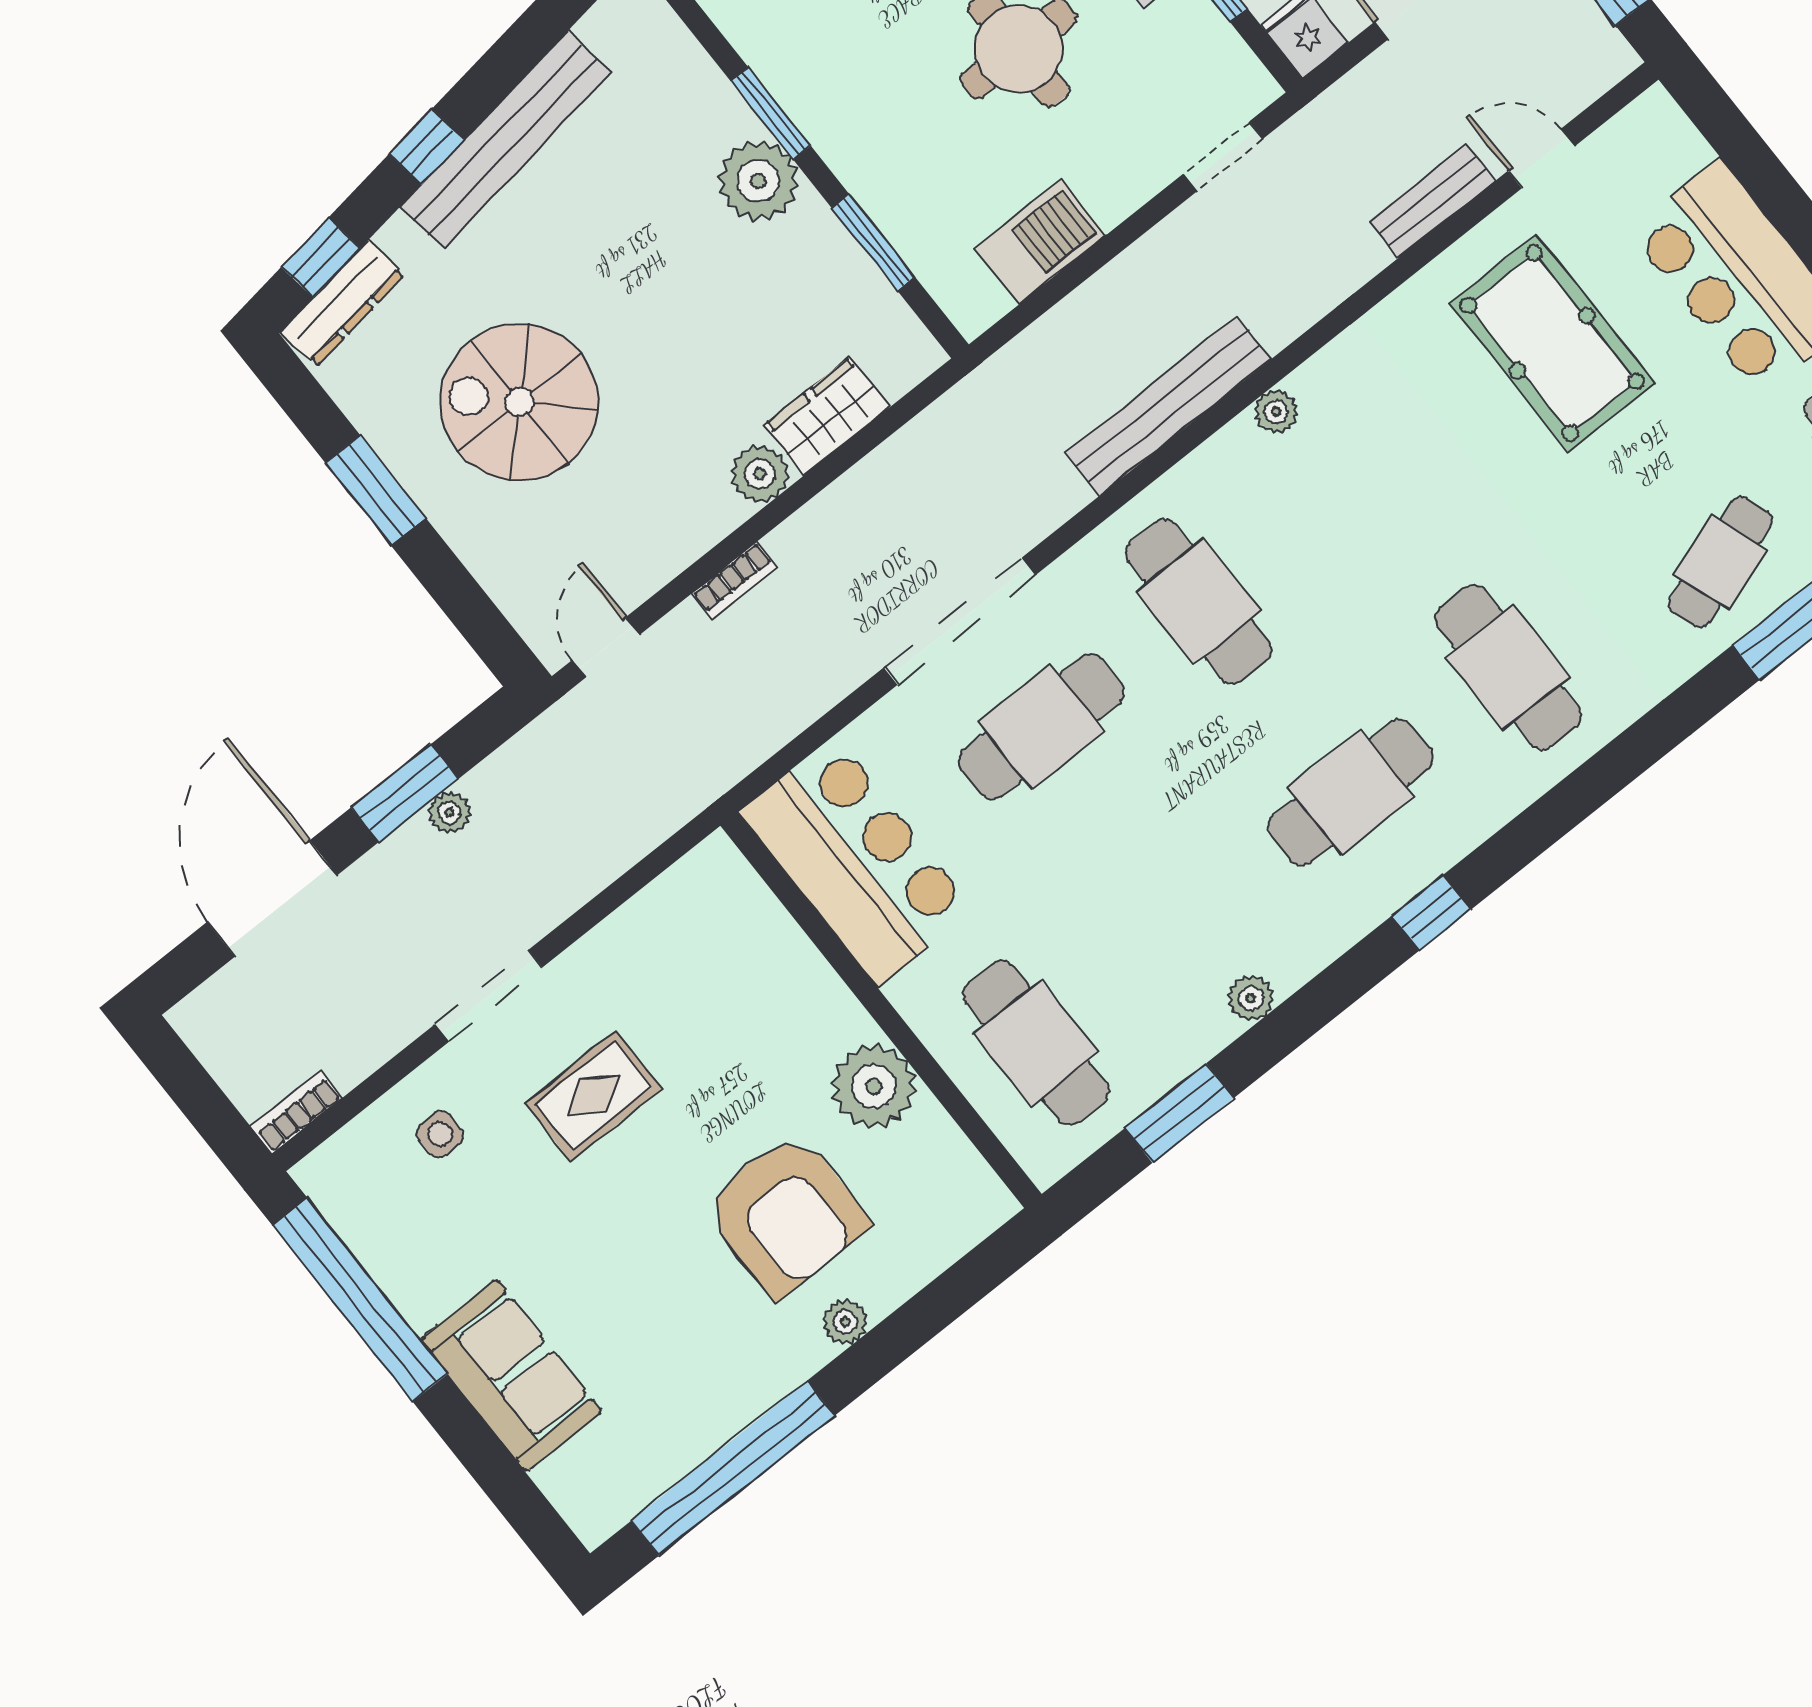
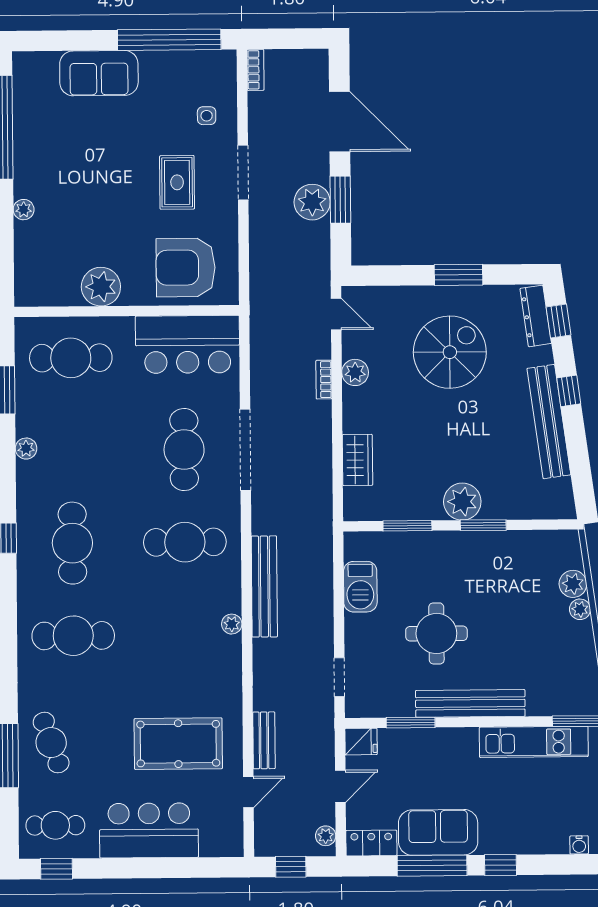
plant: (760, 474) -> (355, 372), moved
plant: (449, 813) -> (312, 202), width x1.88, depth x1.88
armchair: (786, 1214) -> (186, 268), moved

